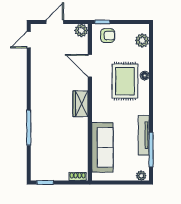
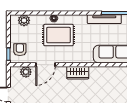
plant: (81, 30) -> (26, 72), moved

